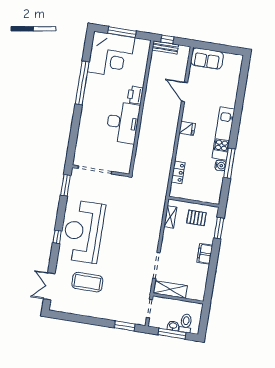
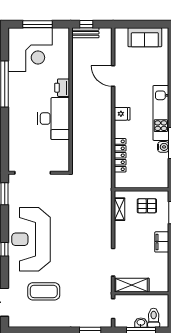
sofa: (207, 58) -> (145, 37), moved
locker: (178, 172) -> (120, 155), width x1.53

